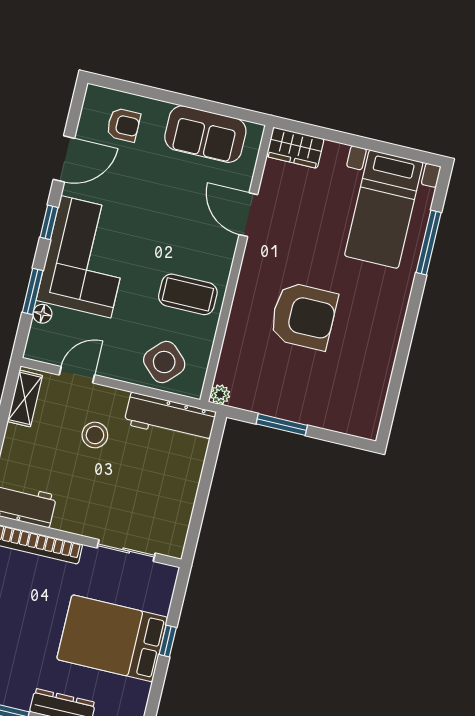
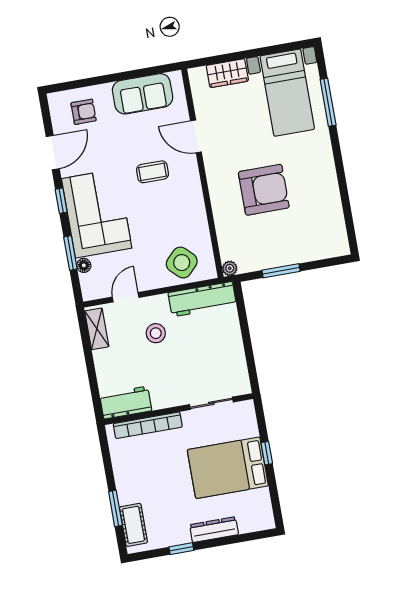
wardrobe: (295, 148) -> (227, 73), moved
coffee table: (188, 294) -> (153, 172), moved, width x0.73, depth x0.77

